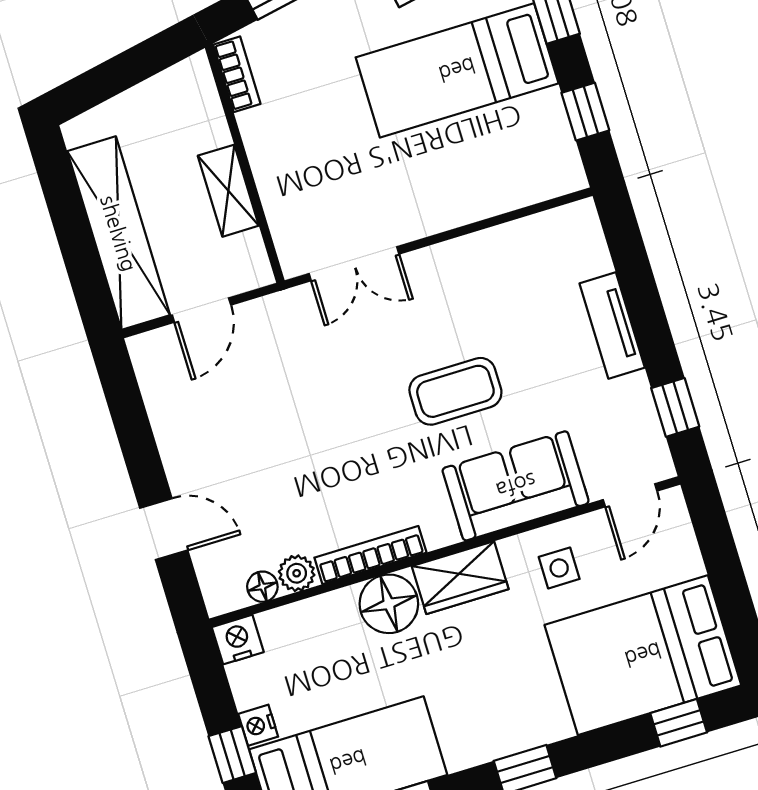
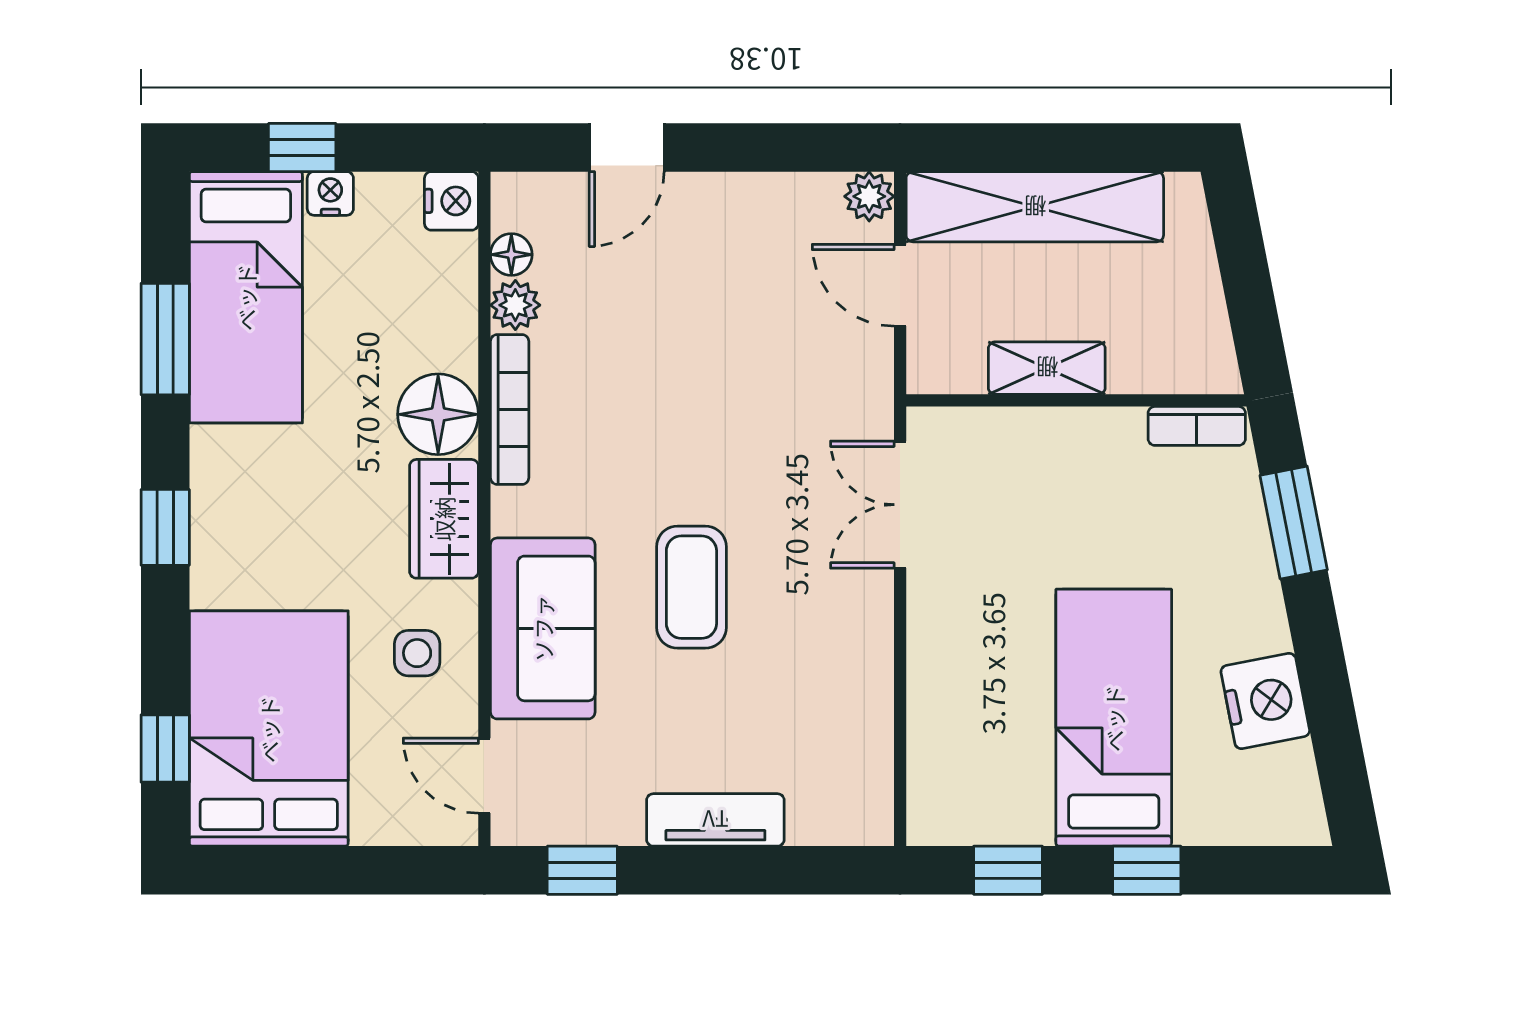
plant: (146, 350) -> (869, 196), added

